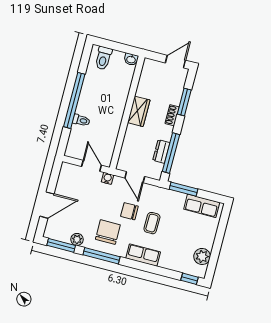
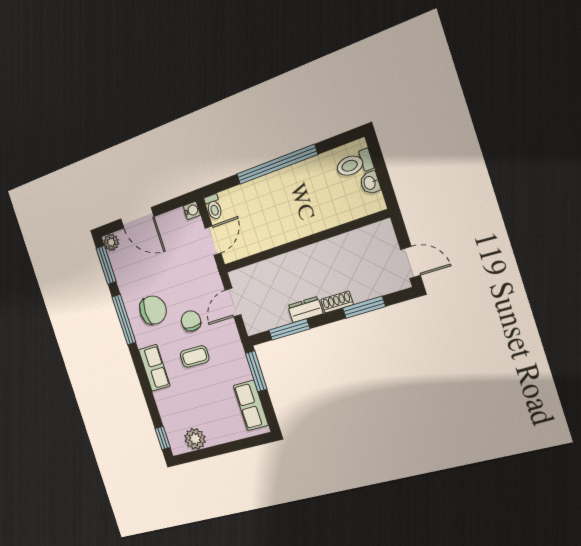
washbasin: (131, 59) -> (370, 183), moved
wardrobe: (139, 111) -> (315, 256), removed
toilet: (81, 120) -> (214, 207), moved
dresser: (161, 151) -> (305, 310), moved
window: (171, 153) -> (289, 330), width x0.69
water cooler: (107, 178) -> (192, 210), moved
plant: (77, 239) -> (111, 242), moved

